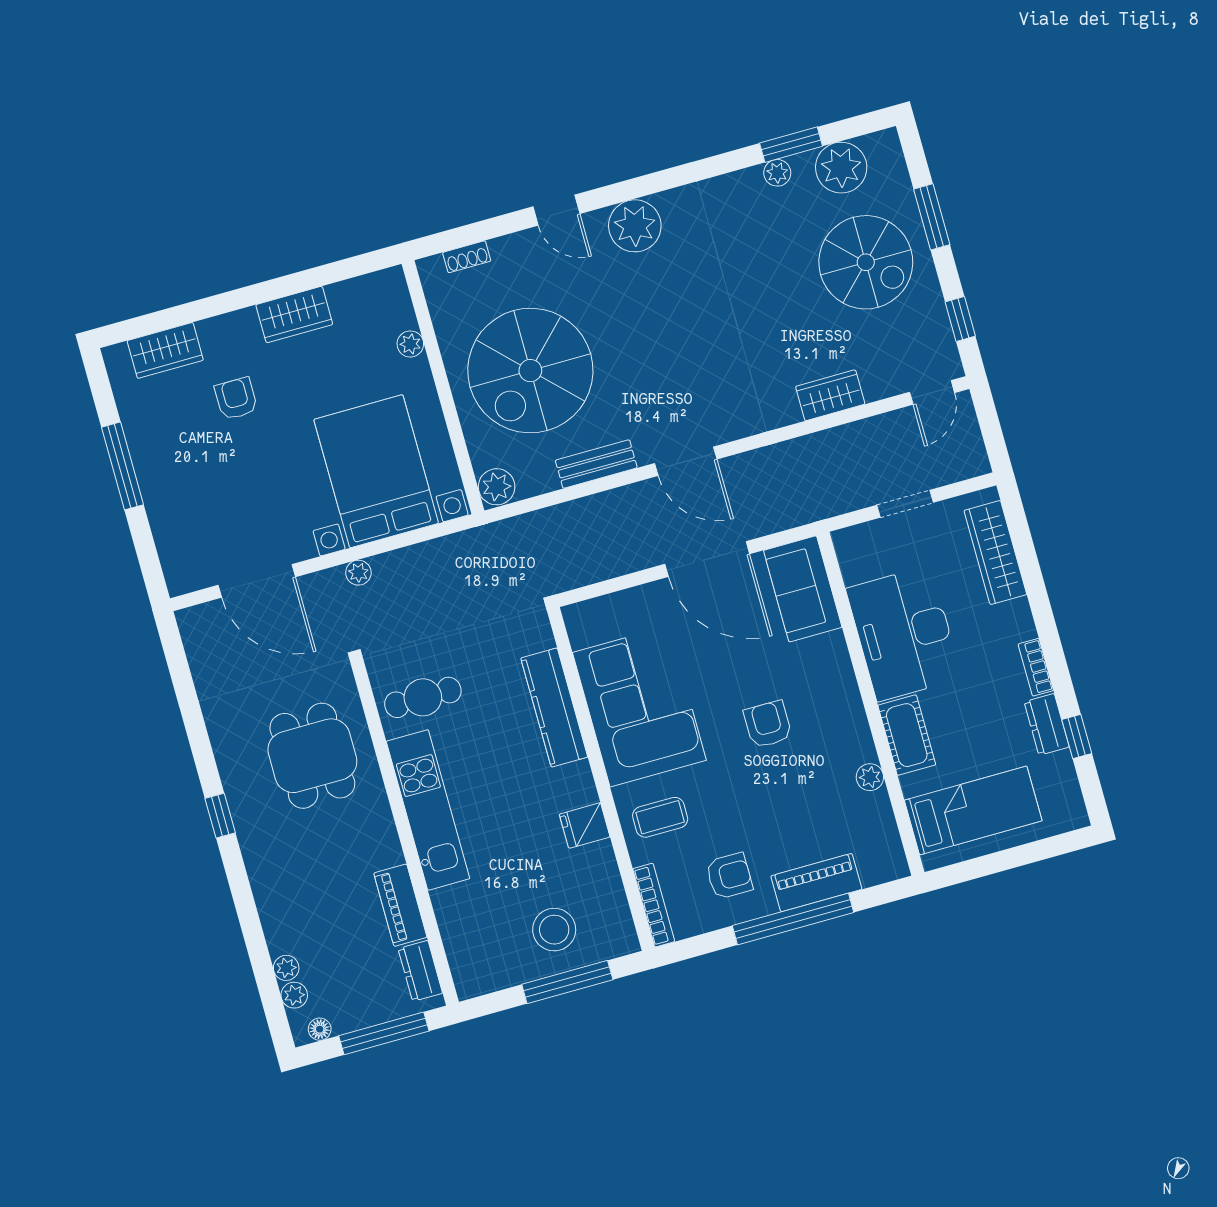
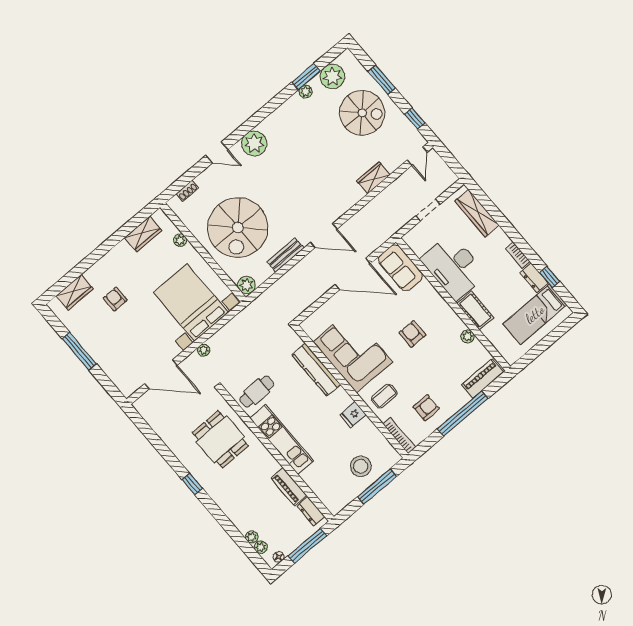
wardrobe: (294, 315) -> (143, 234), moved
bed: (973, 810) -> (535, 314), moved, turned 180
piano: (816, 883) -> (483, 378), moved

